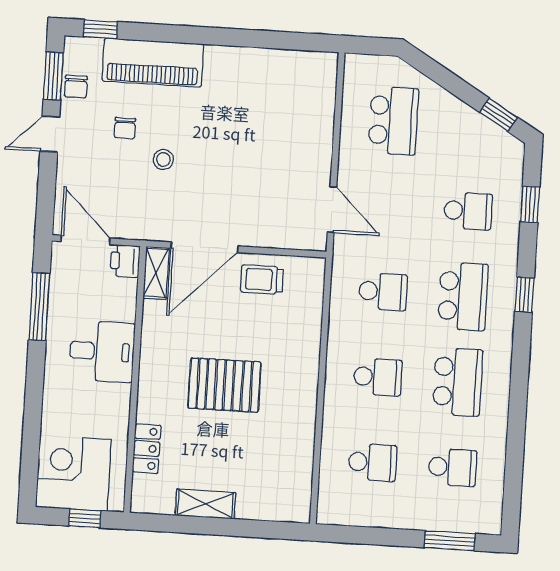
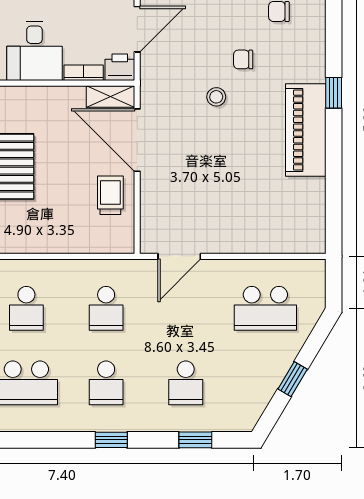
window: (100, 29) -> (334, 93), moved
piano: (153, 62) -> (306, 130), moved
window: (499, 115) -> (293, 379), moved
school desk: (463, 296) -> (106, 383), width x0.54
bookcase: (129, 300) -> (84, 73), added

